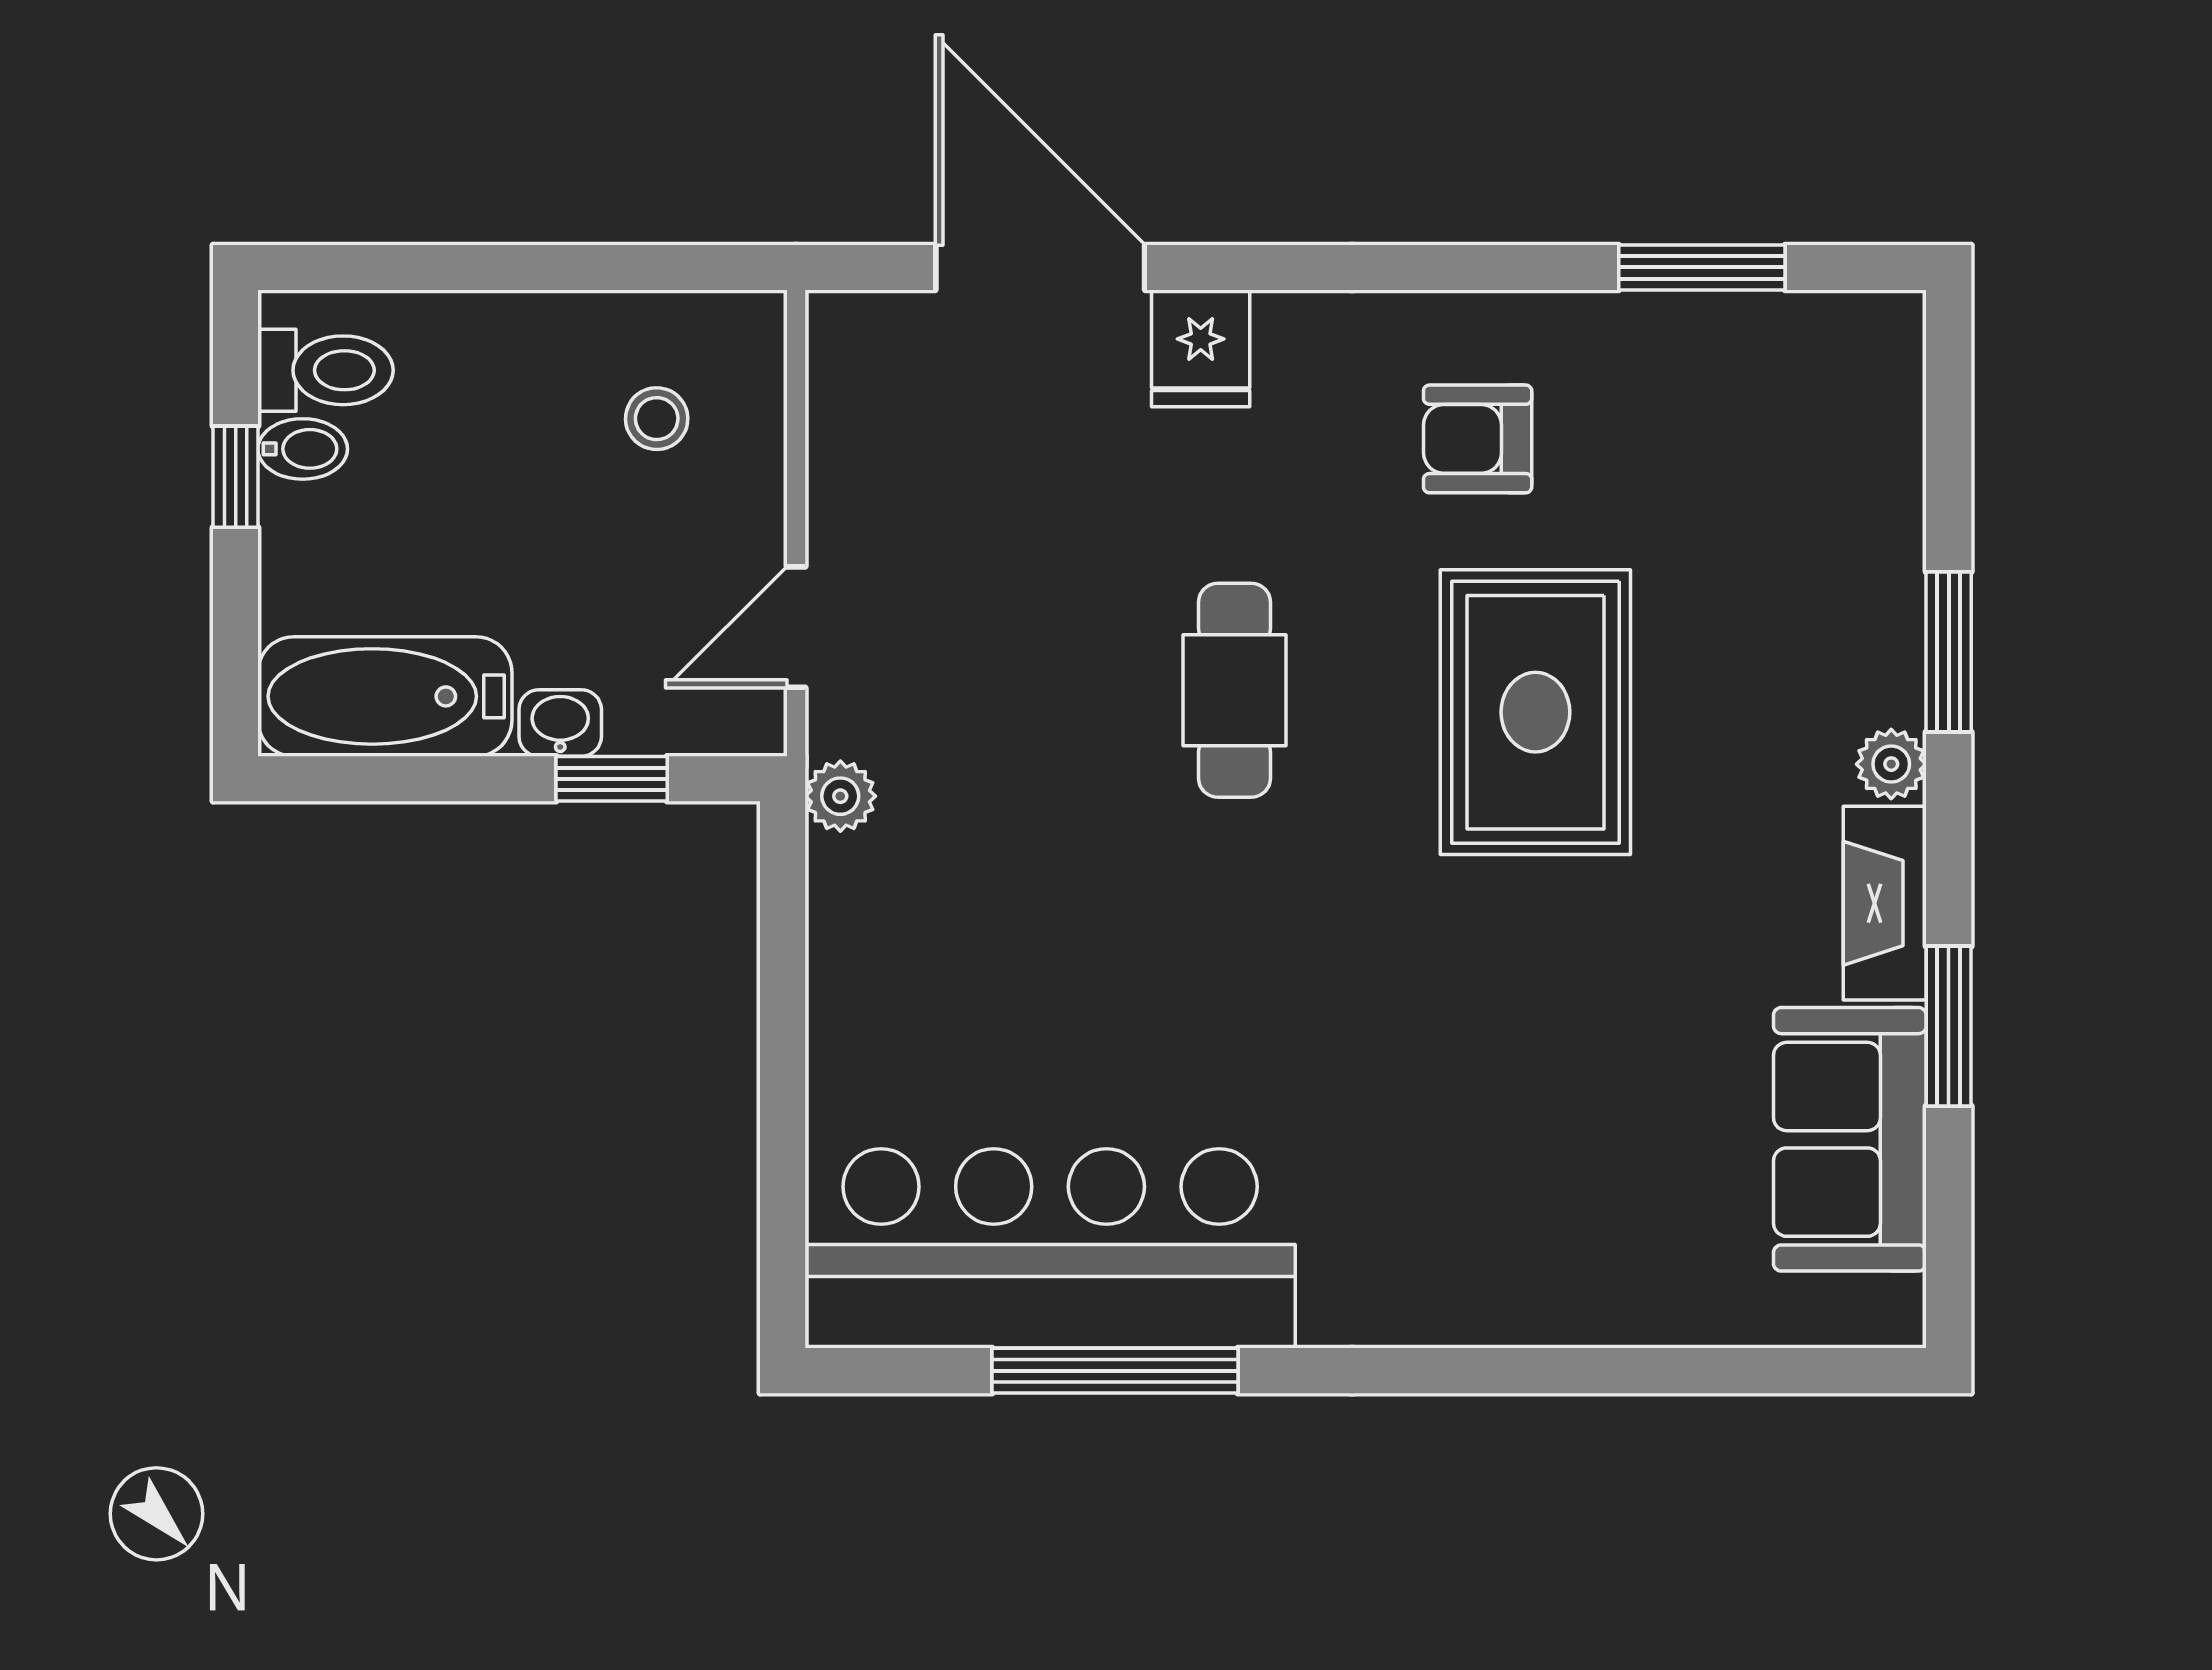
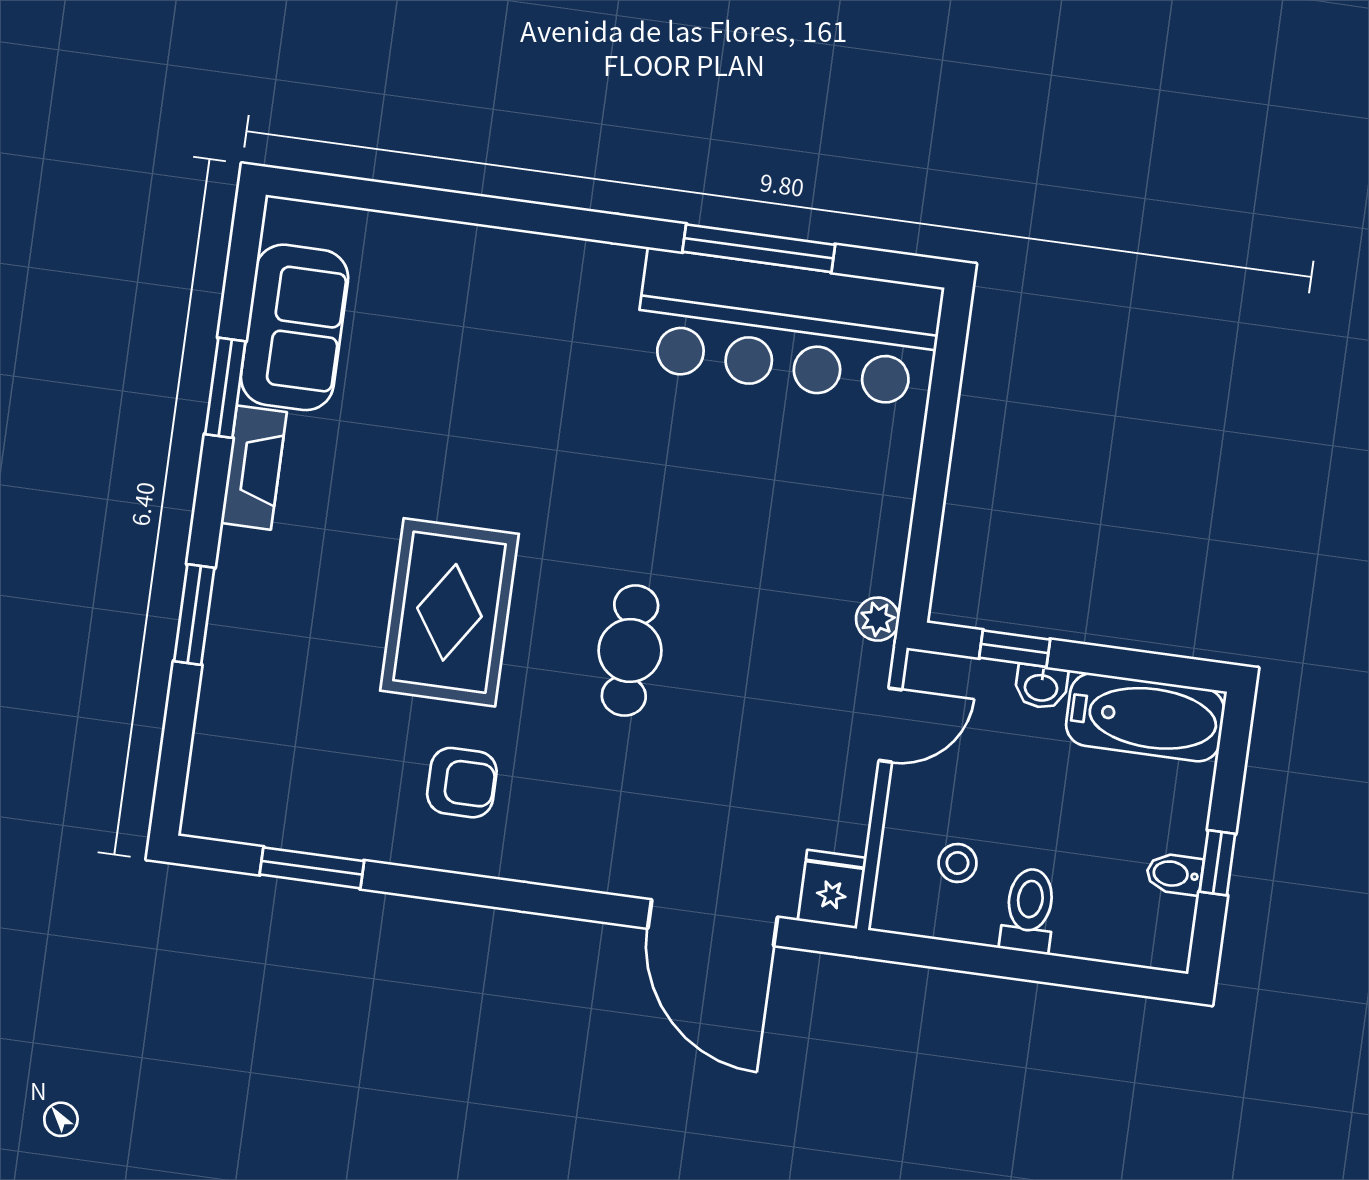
fridge: (1201, 348) -> (832, 889), moved
toilet: (326, 370) -> (1029, 910), moved, turned 90
plant: (1891, 764) -> (238, 551), removed

